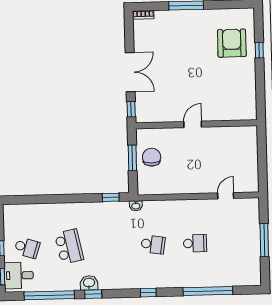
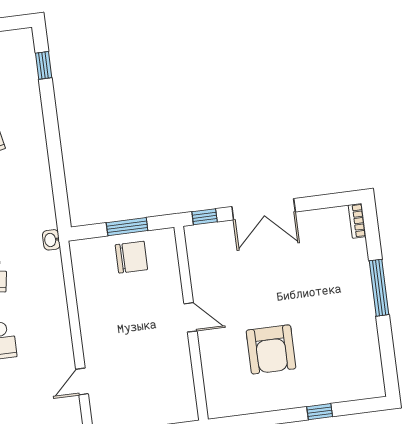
armchair: (232, 43) -> (271, 349), moved, turned 90
door: (226, 196) -> (82, 382), swing flipped
window: (111, 197) -> (44, 65), moved

